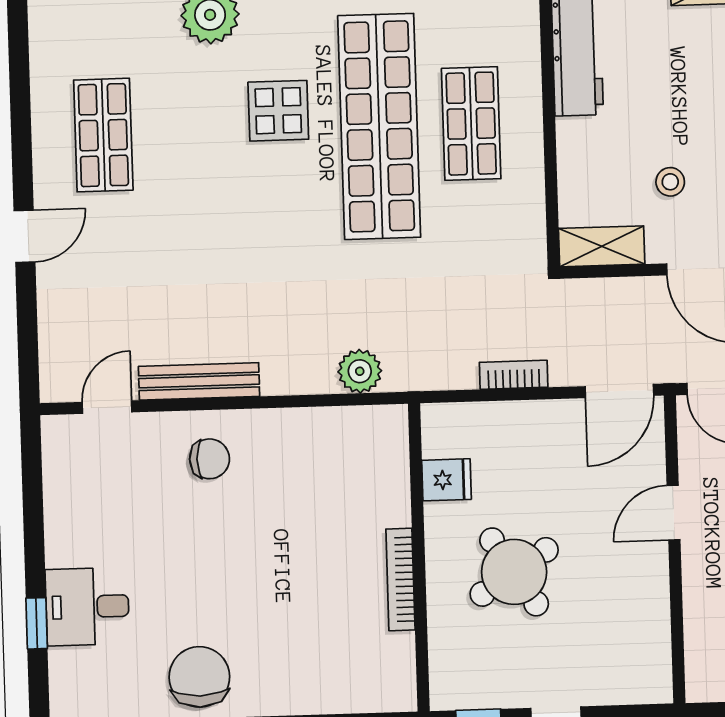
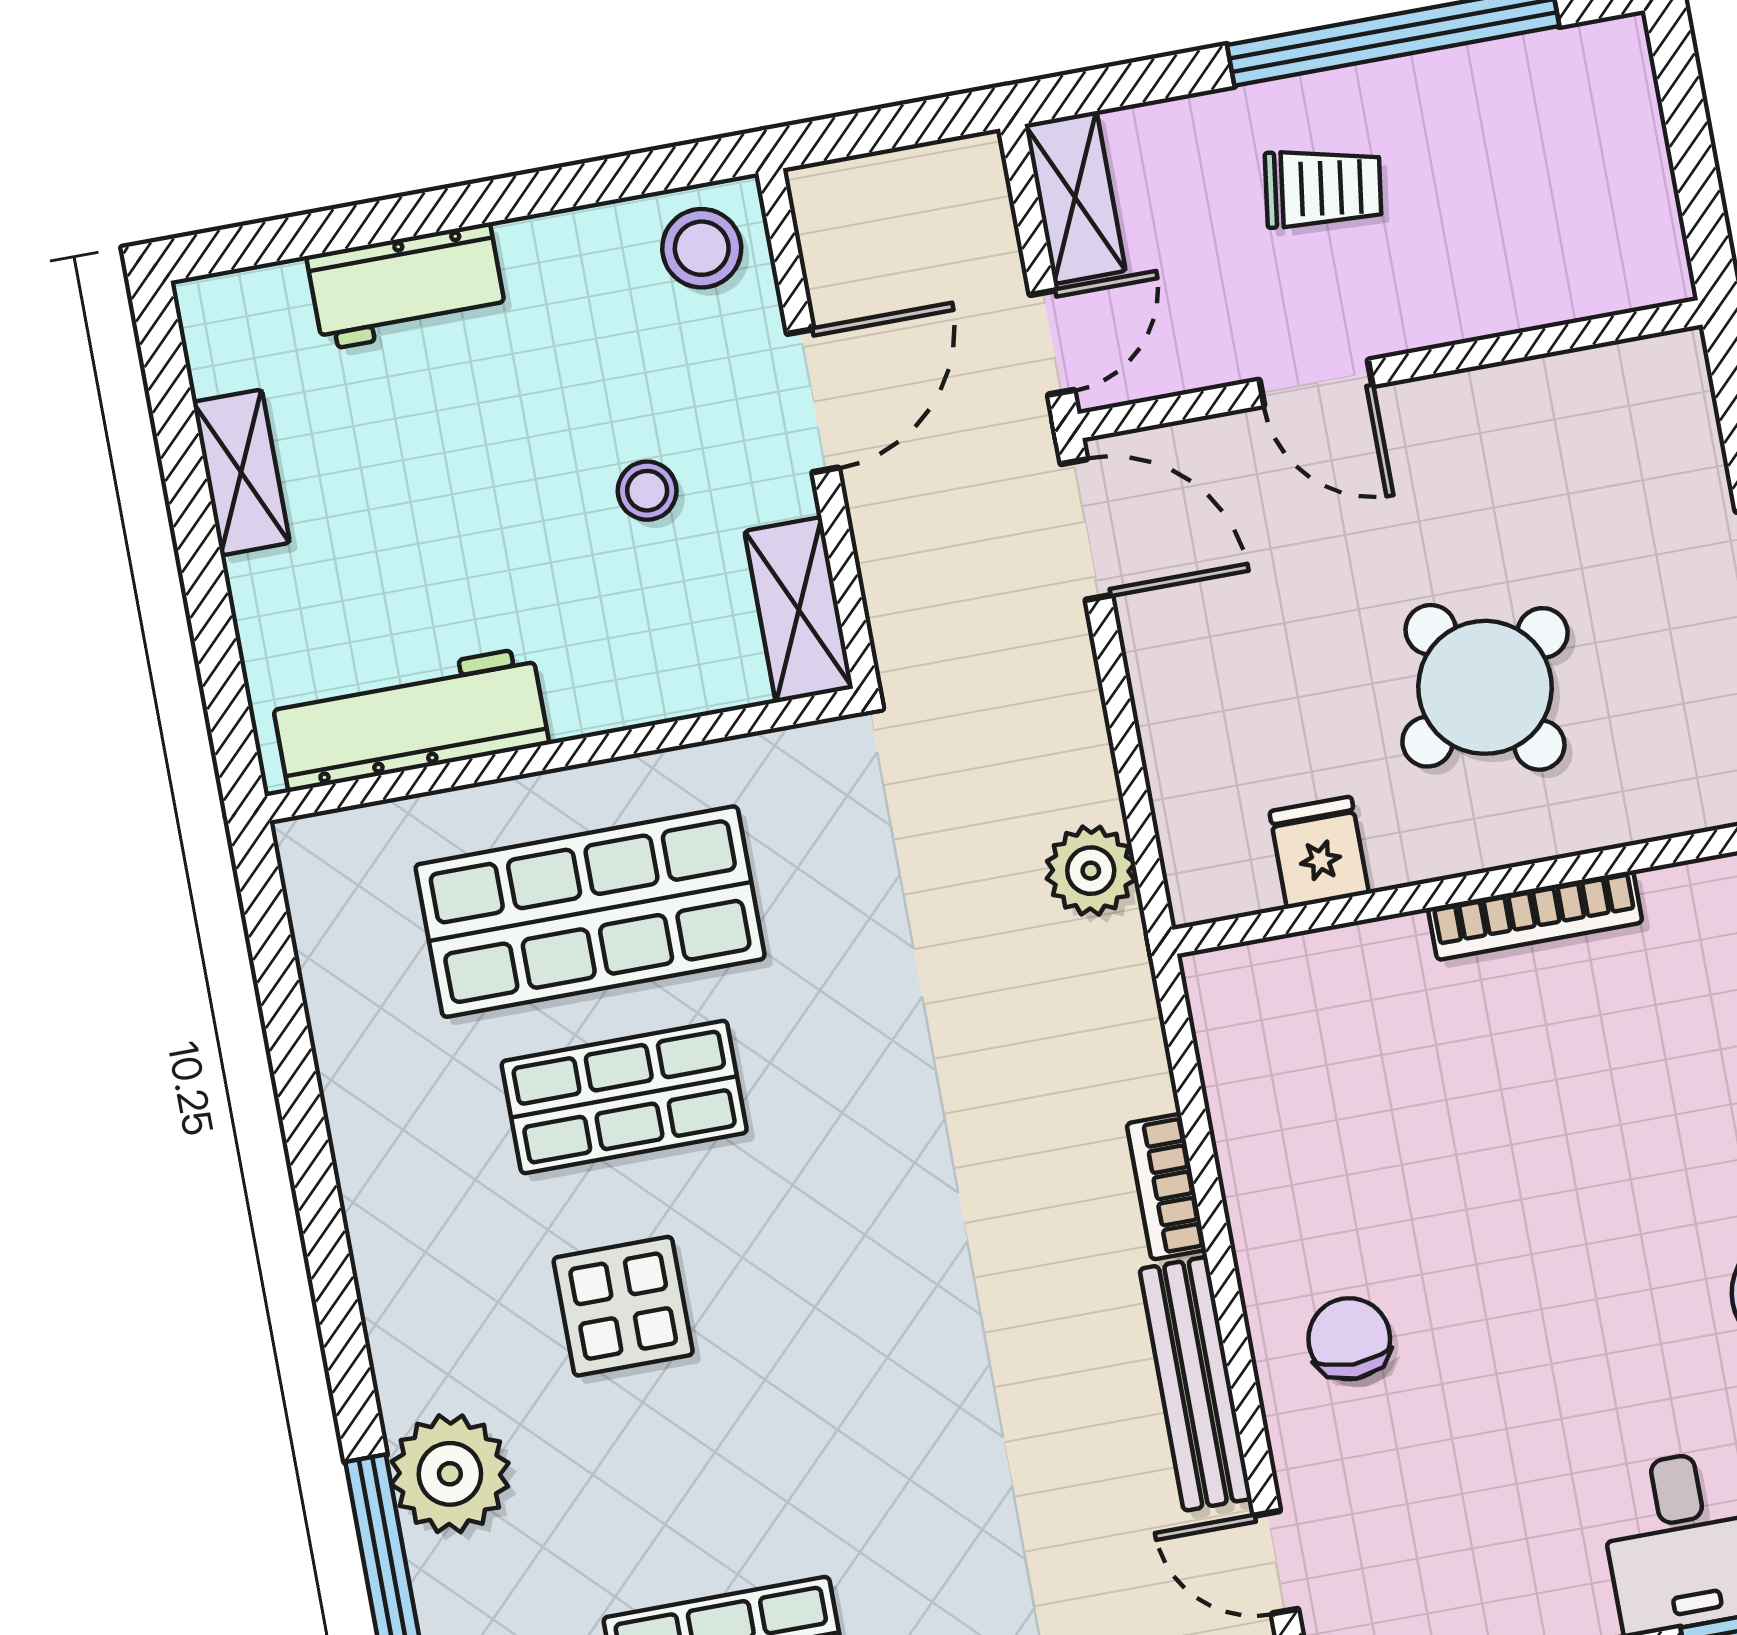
shop shelf: (471, 124) -> (590, 912), width x1.43, depth x1.36
shop shelf: (379, 126) -> (624, 1097), width x0.50, depth x0.74
plant: (360, 371) -> (1091, 871), moved
bookcase: (514, 375) -> (1166, 1187), moved

